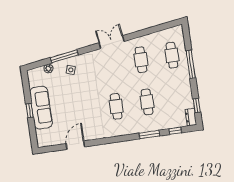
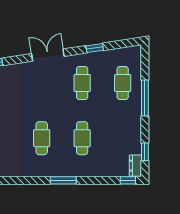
window: (147, 32) -> (95, 48), added
window: (175, 131) -> (128, 180), moved
window: (149, 134) -> (63, 180), moved

